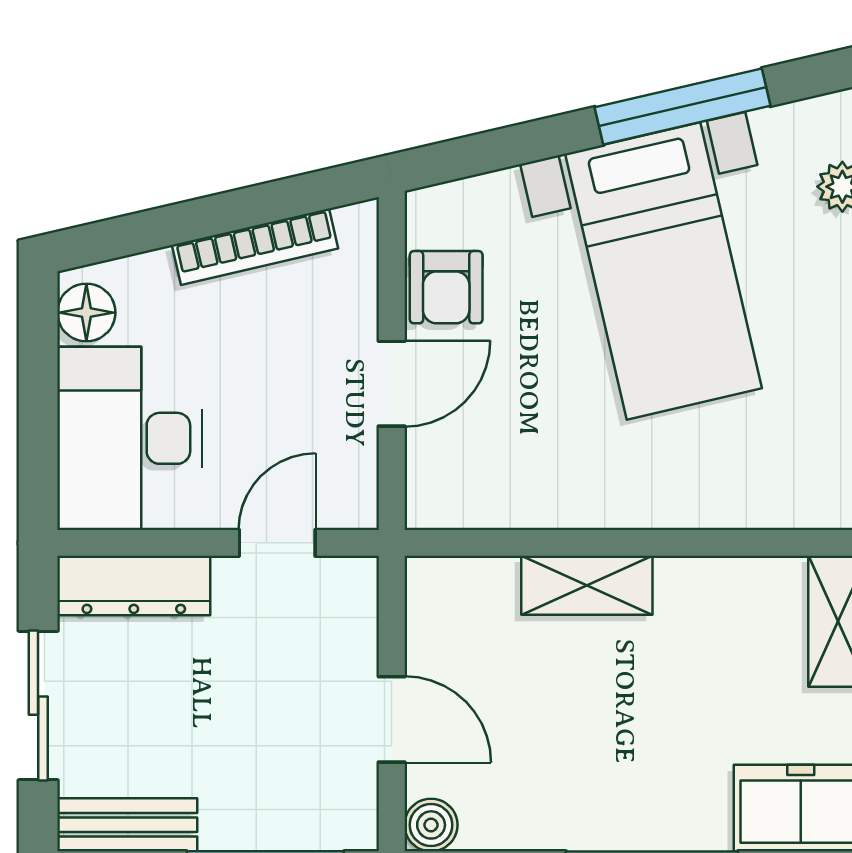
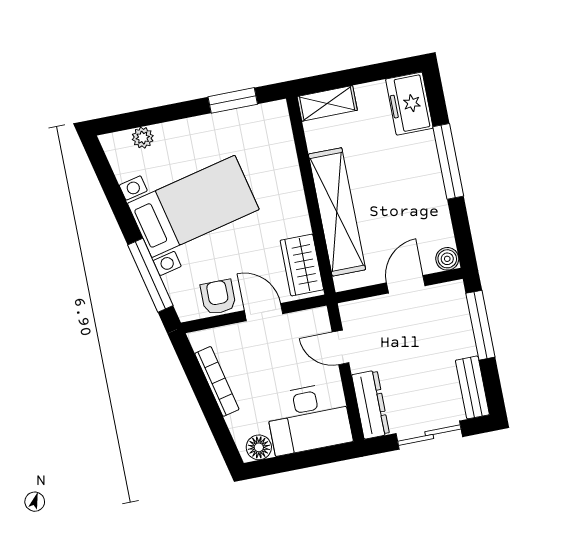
window: (683, 106) -> (150, 275), moved
armchair: (446, 287) -> (218, 297), turned -90
wardrobe: (482, 492) -> (302, 265), added
shelving: (587, 585) -> (337, 212), width x2.20, depth x1.33

